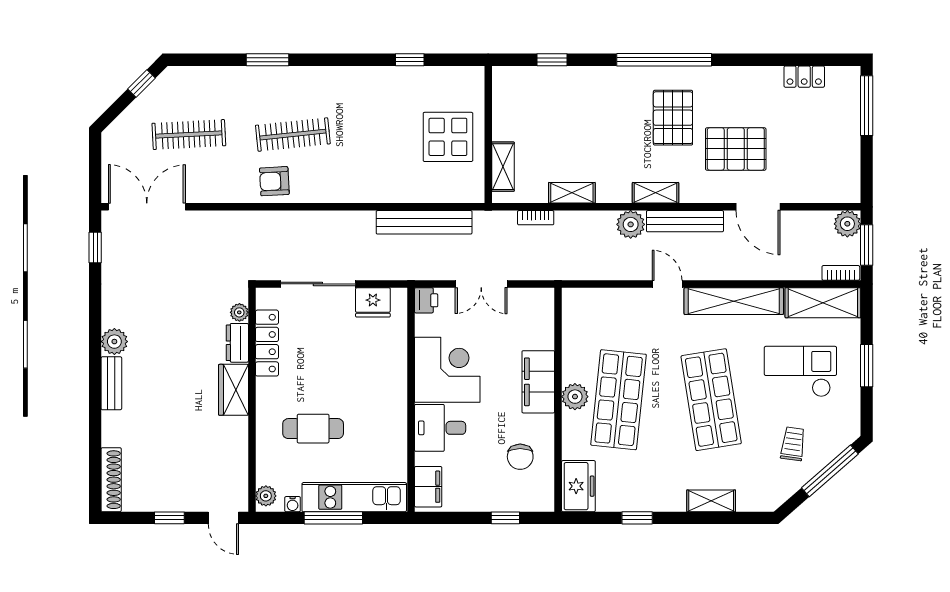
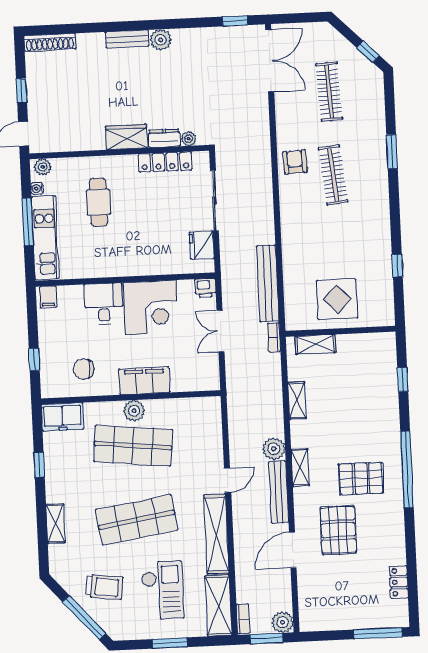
bookcase: (536, 218) -> (274, 337), moved
trolley: (793, 444) -> (104, 587), width x1.36, depth x1.39
filing cabinet: (428, 487) -> (48, 297), width x0.50

